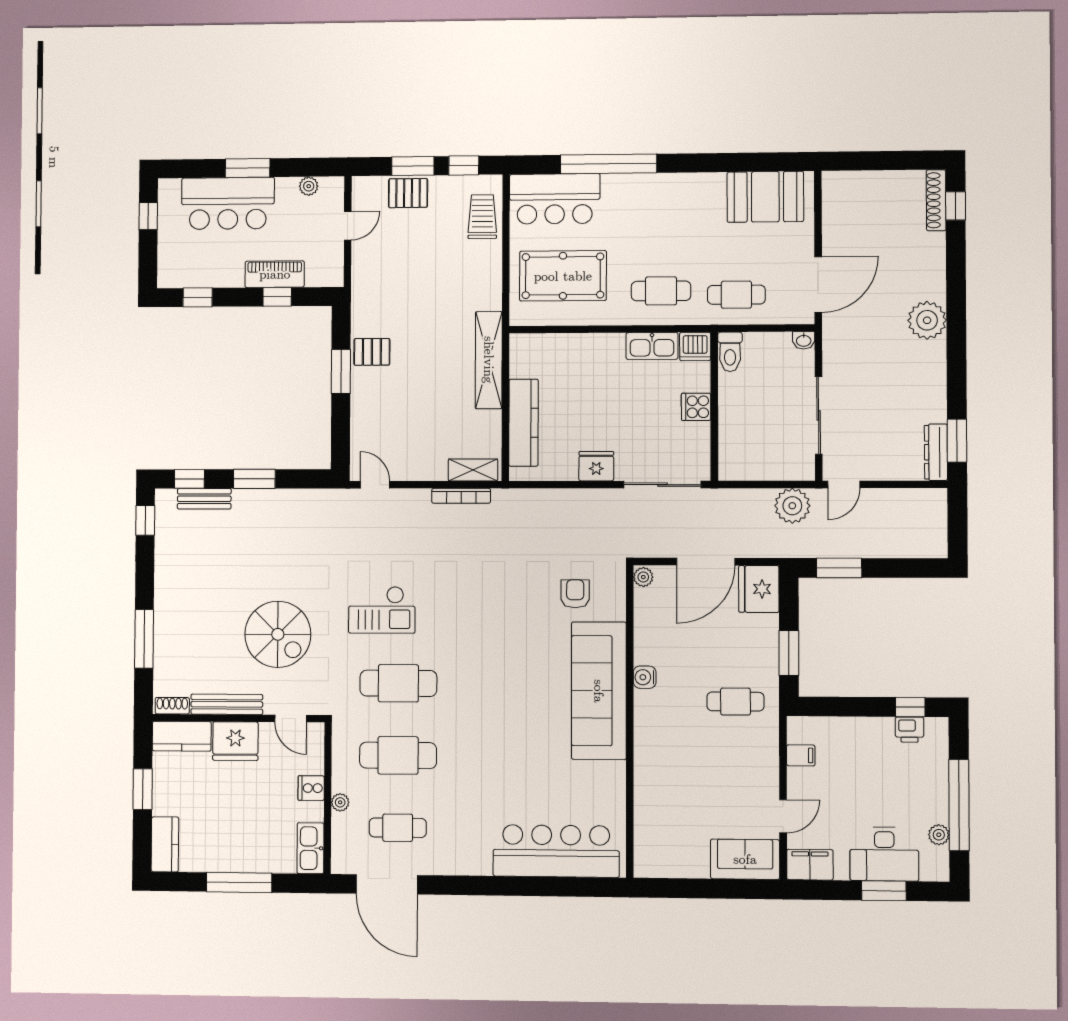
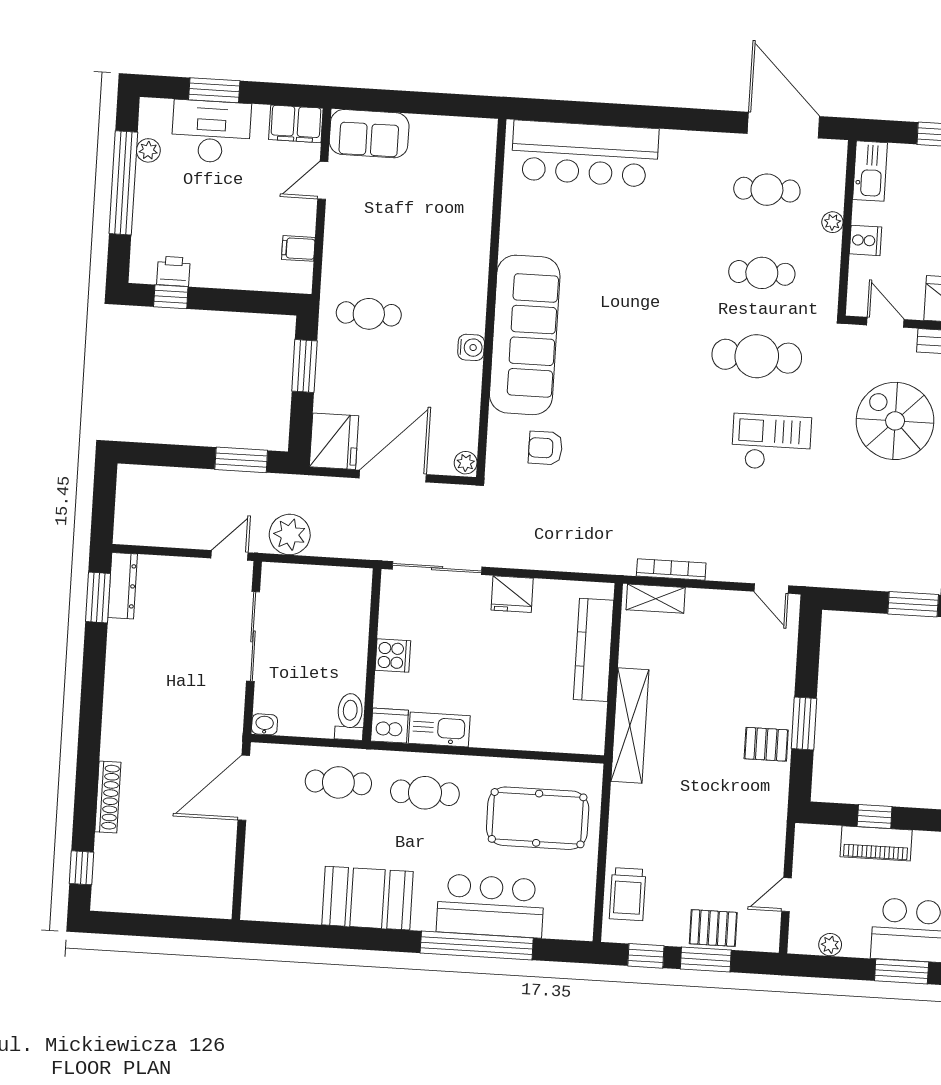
booth: (765, 197) -> (368, 898), moved
bar counter: (555, 199) -> (490, 906), moved
shoe rack: (936, 200) -> (108, 797), moved
plant: (927, 320) -> (123, 738), removed
armchair: (575, 594) -> (545, 448), turned 90
cafe table: (398, 755) -> (762, 273), width x0.73, depth x0.74

